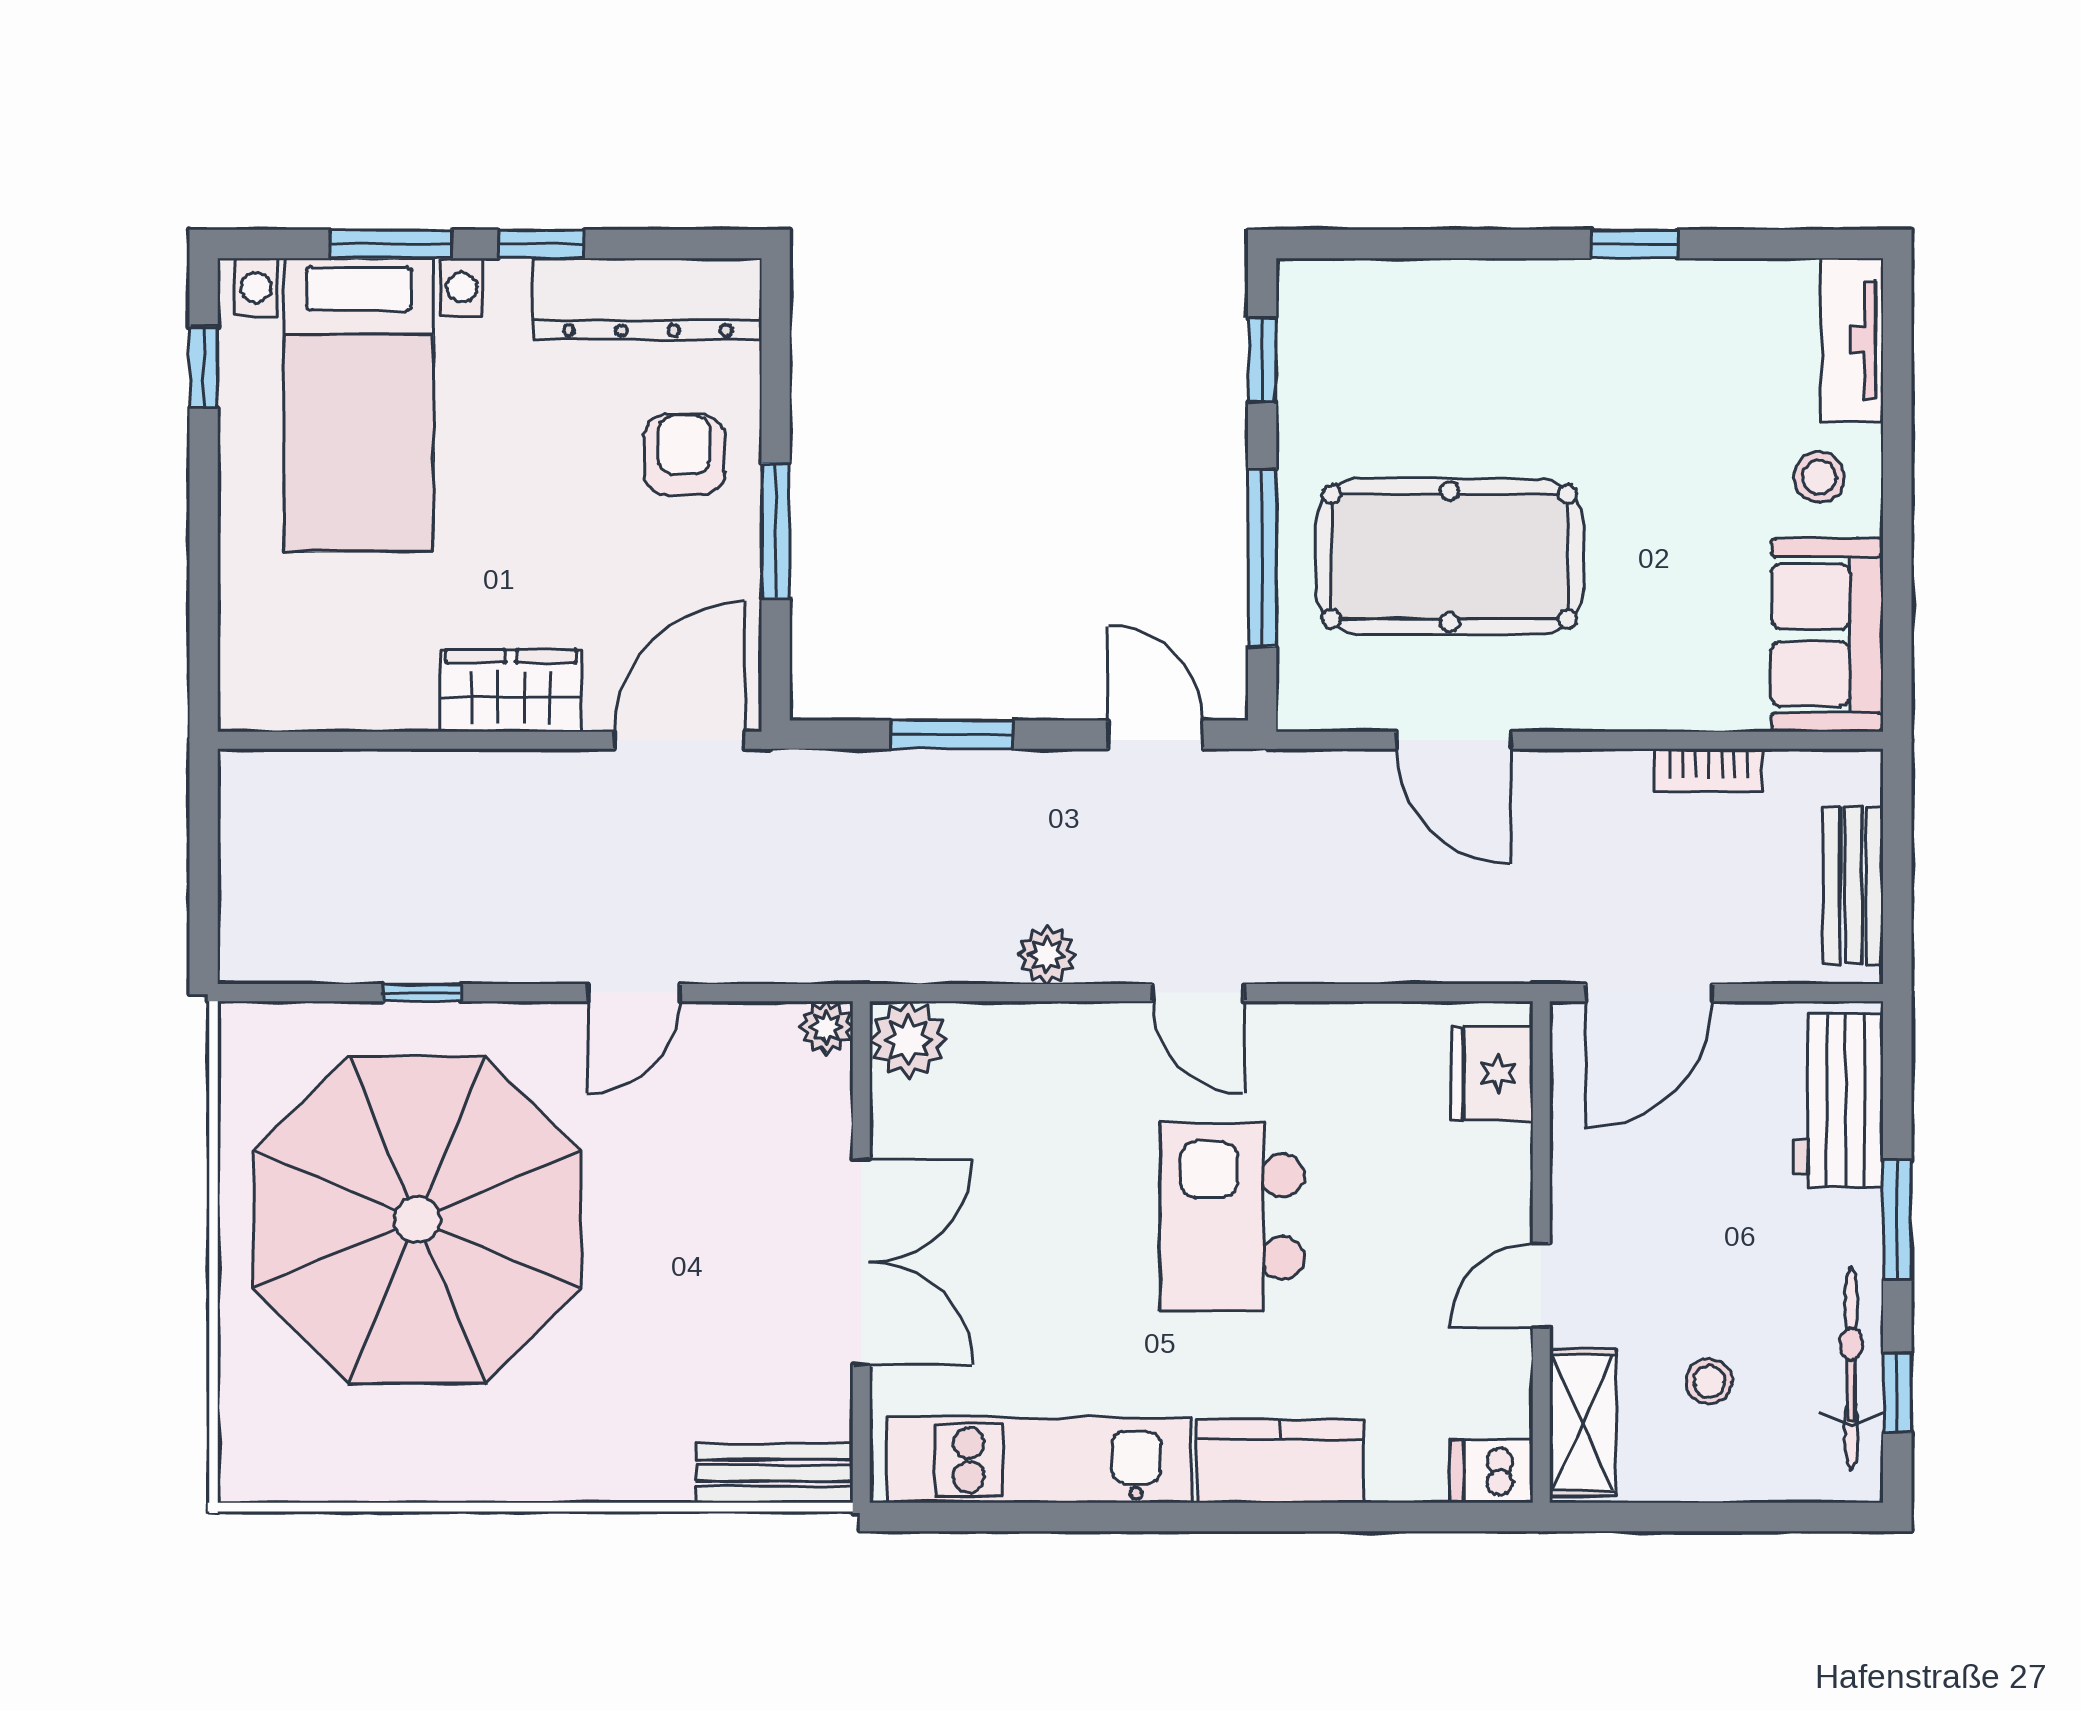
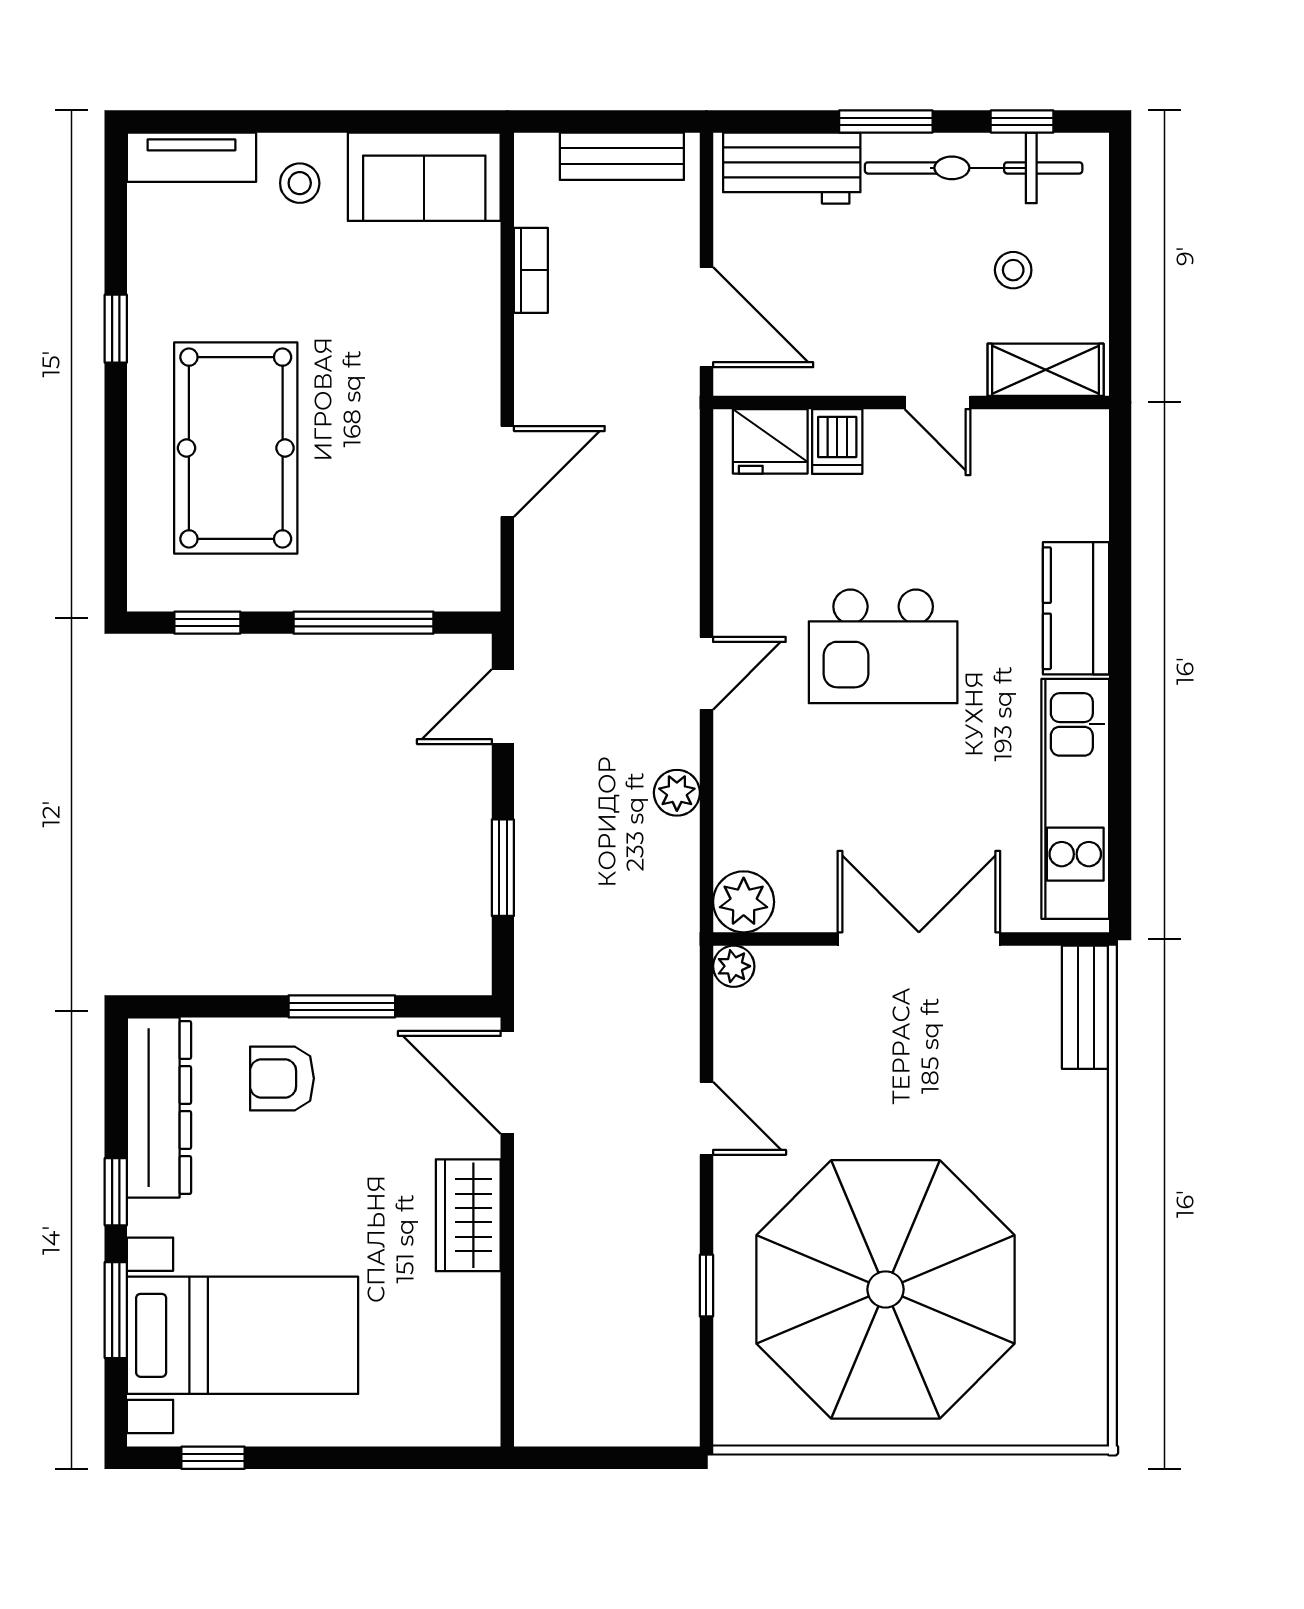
pool table: (1449, 557) -> (236, 448), moved
bicycle: (1851, 1368) -> (974, 168), width x1.37, depth x1.40
dishwasher: (1492, 1471) -> (837, 442), moved

